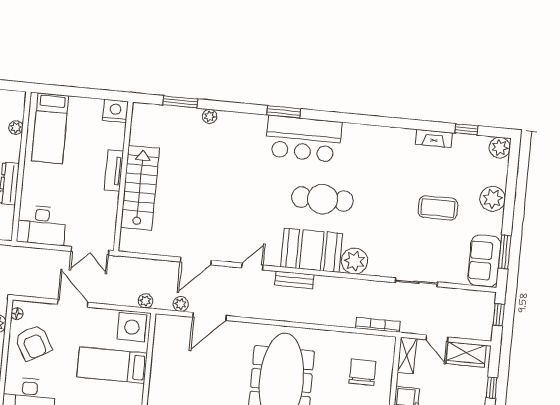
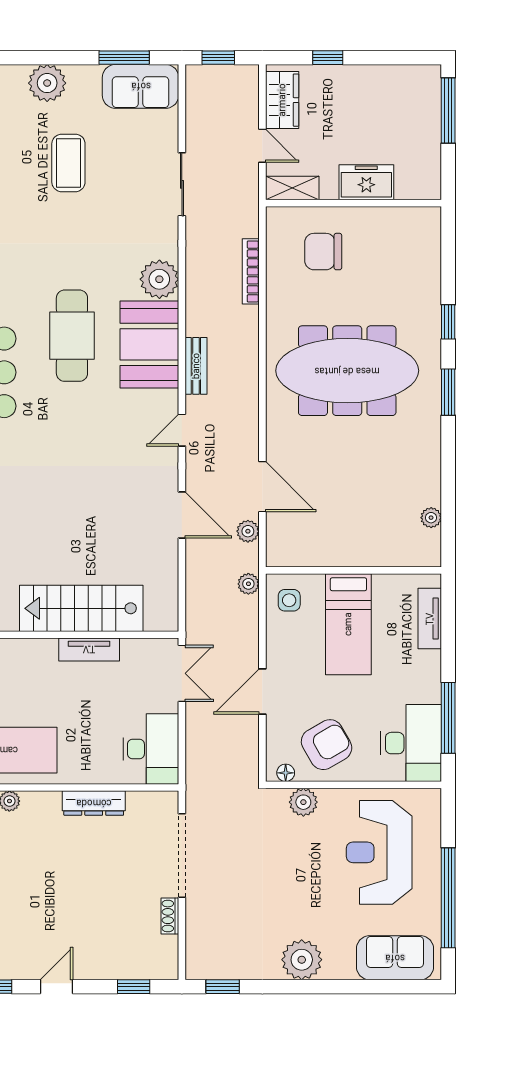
tv unit: (114, 171) -> (89, 649), moved
door: (252, 266) -> (182, 430), hinge flipped
bookcase: (378, 325) -> (251, 271), moved
side table: (132, 327) -> (289, 600), width x0.54, depth x0.54
door: (437, 338) -> (262, 146), hinge flipped

